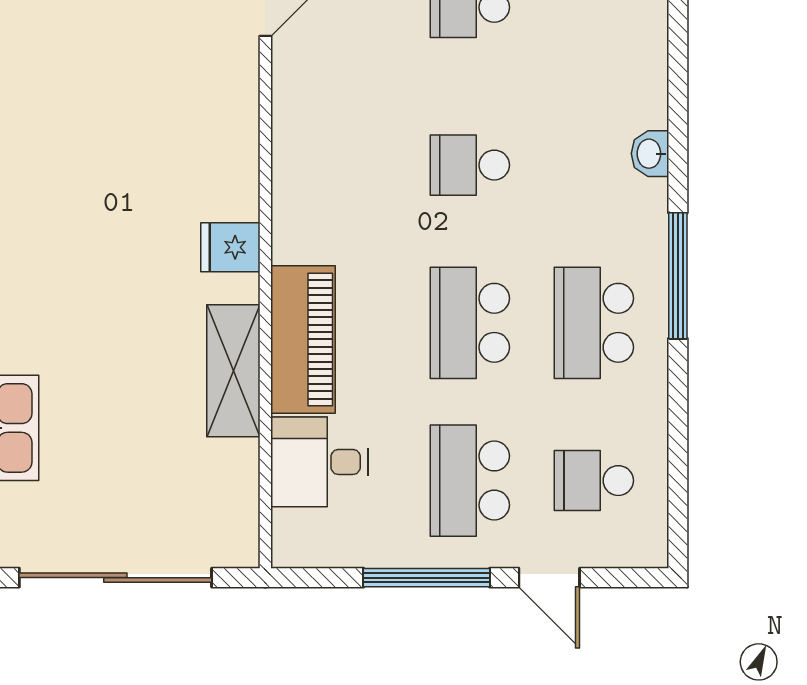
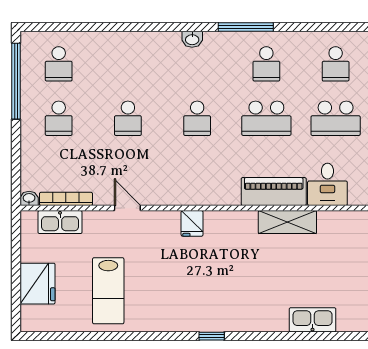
fridge: (230, 247) -> (192, 223), moved
school desk: (594, 323) -> (266, 64), width x0.54

